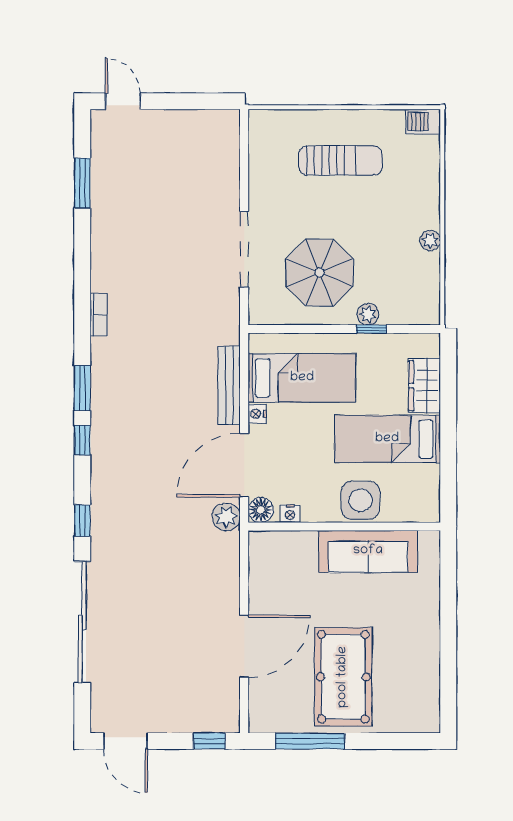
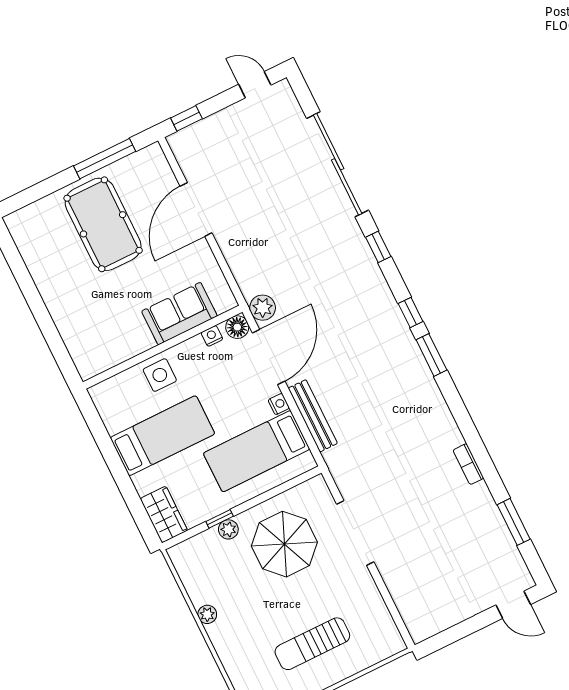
bookcase: (99, 315) -> (468, 464), moved
wardrobe: (424, 386) -> (164, 515), moved
side table: (361, 500) -> (160, 375), width x0.73, depth x0.73
sofa: (368, 551) -> (179, 314), moved, width x0.73
door: (125, 741) -> (255, 85), width x0.73

